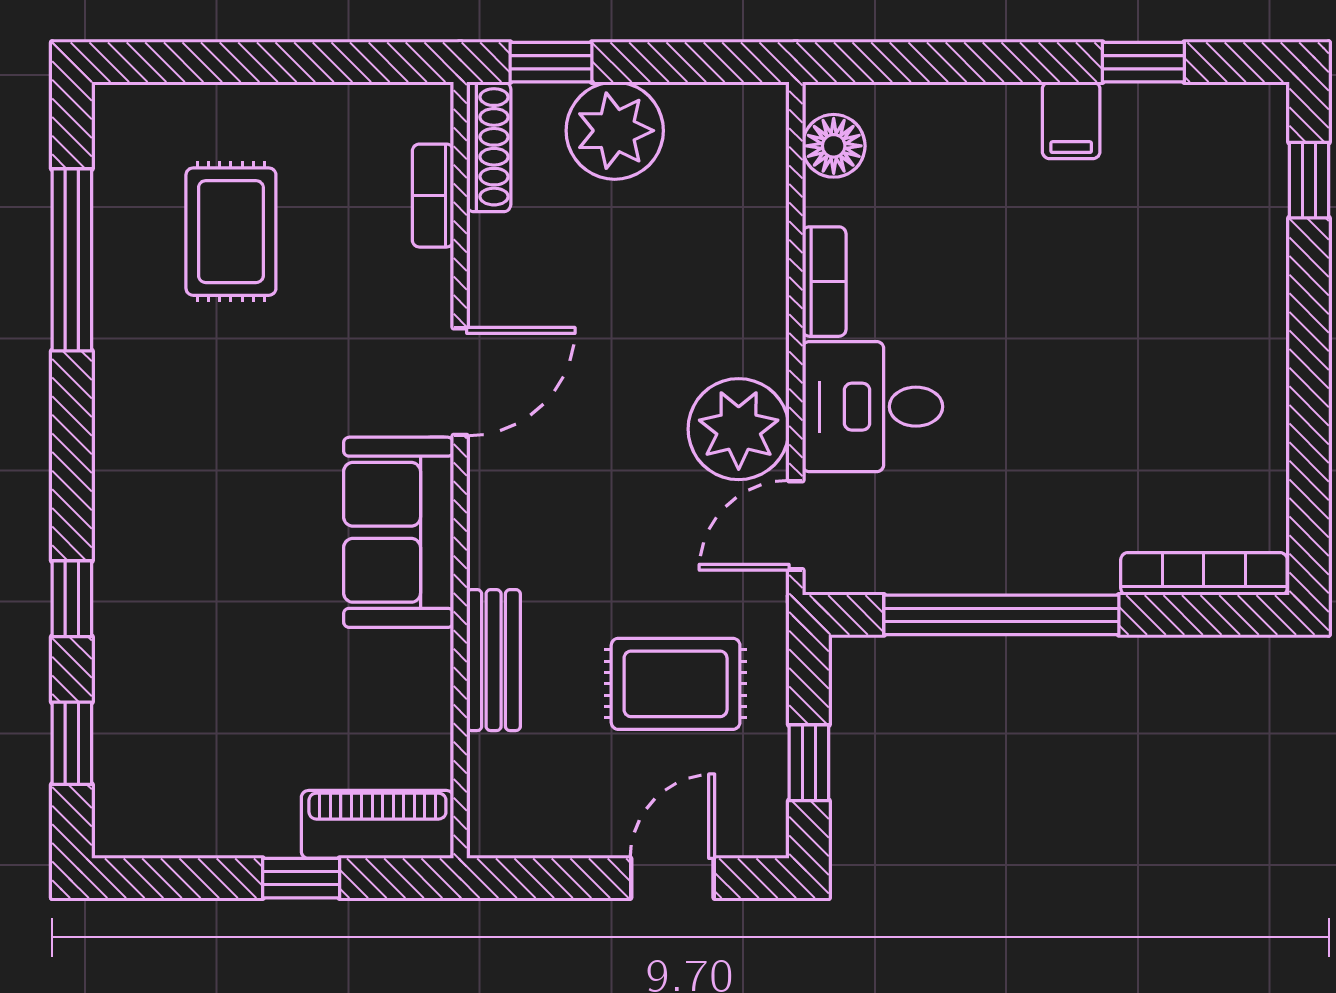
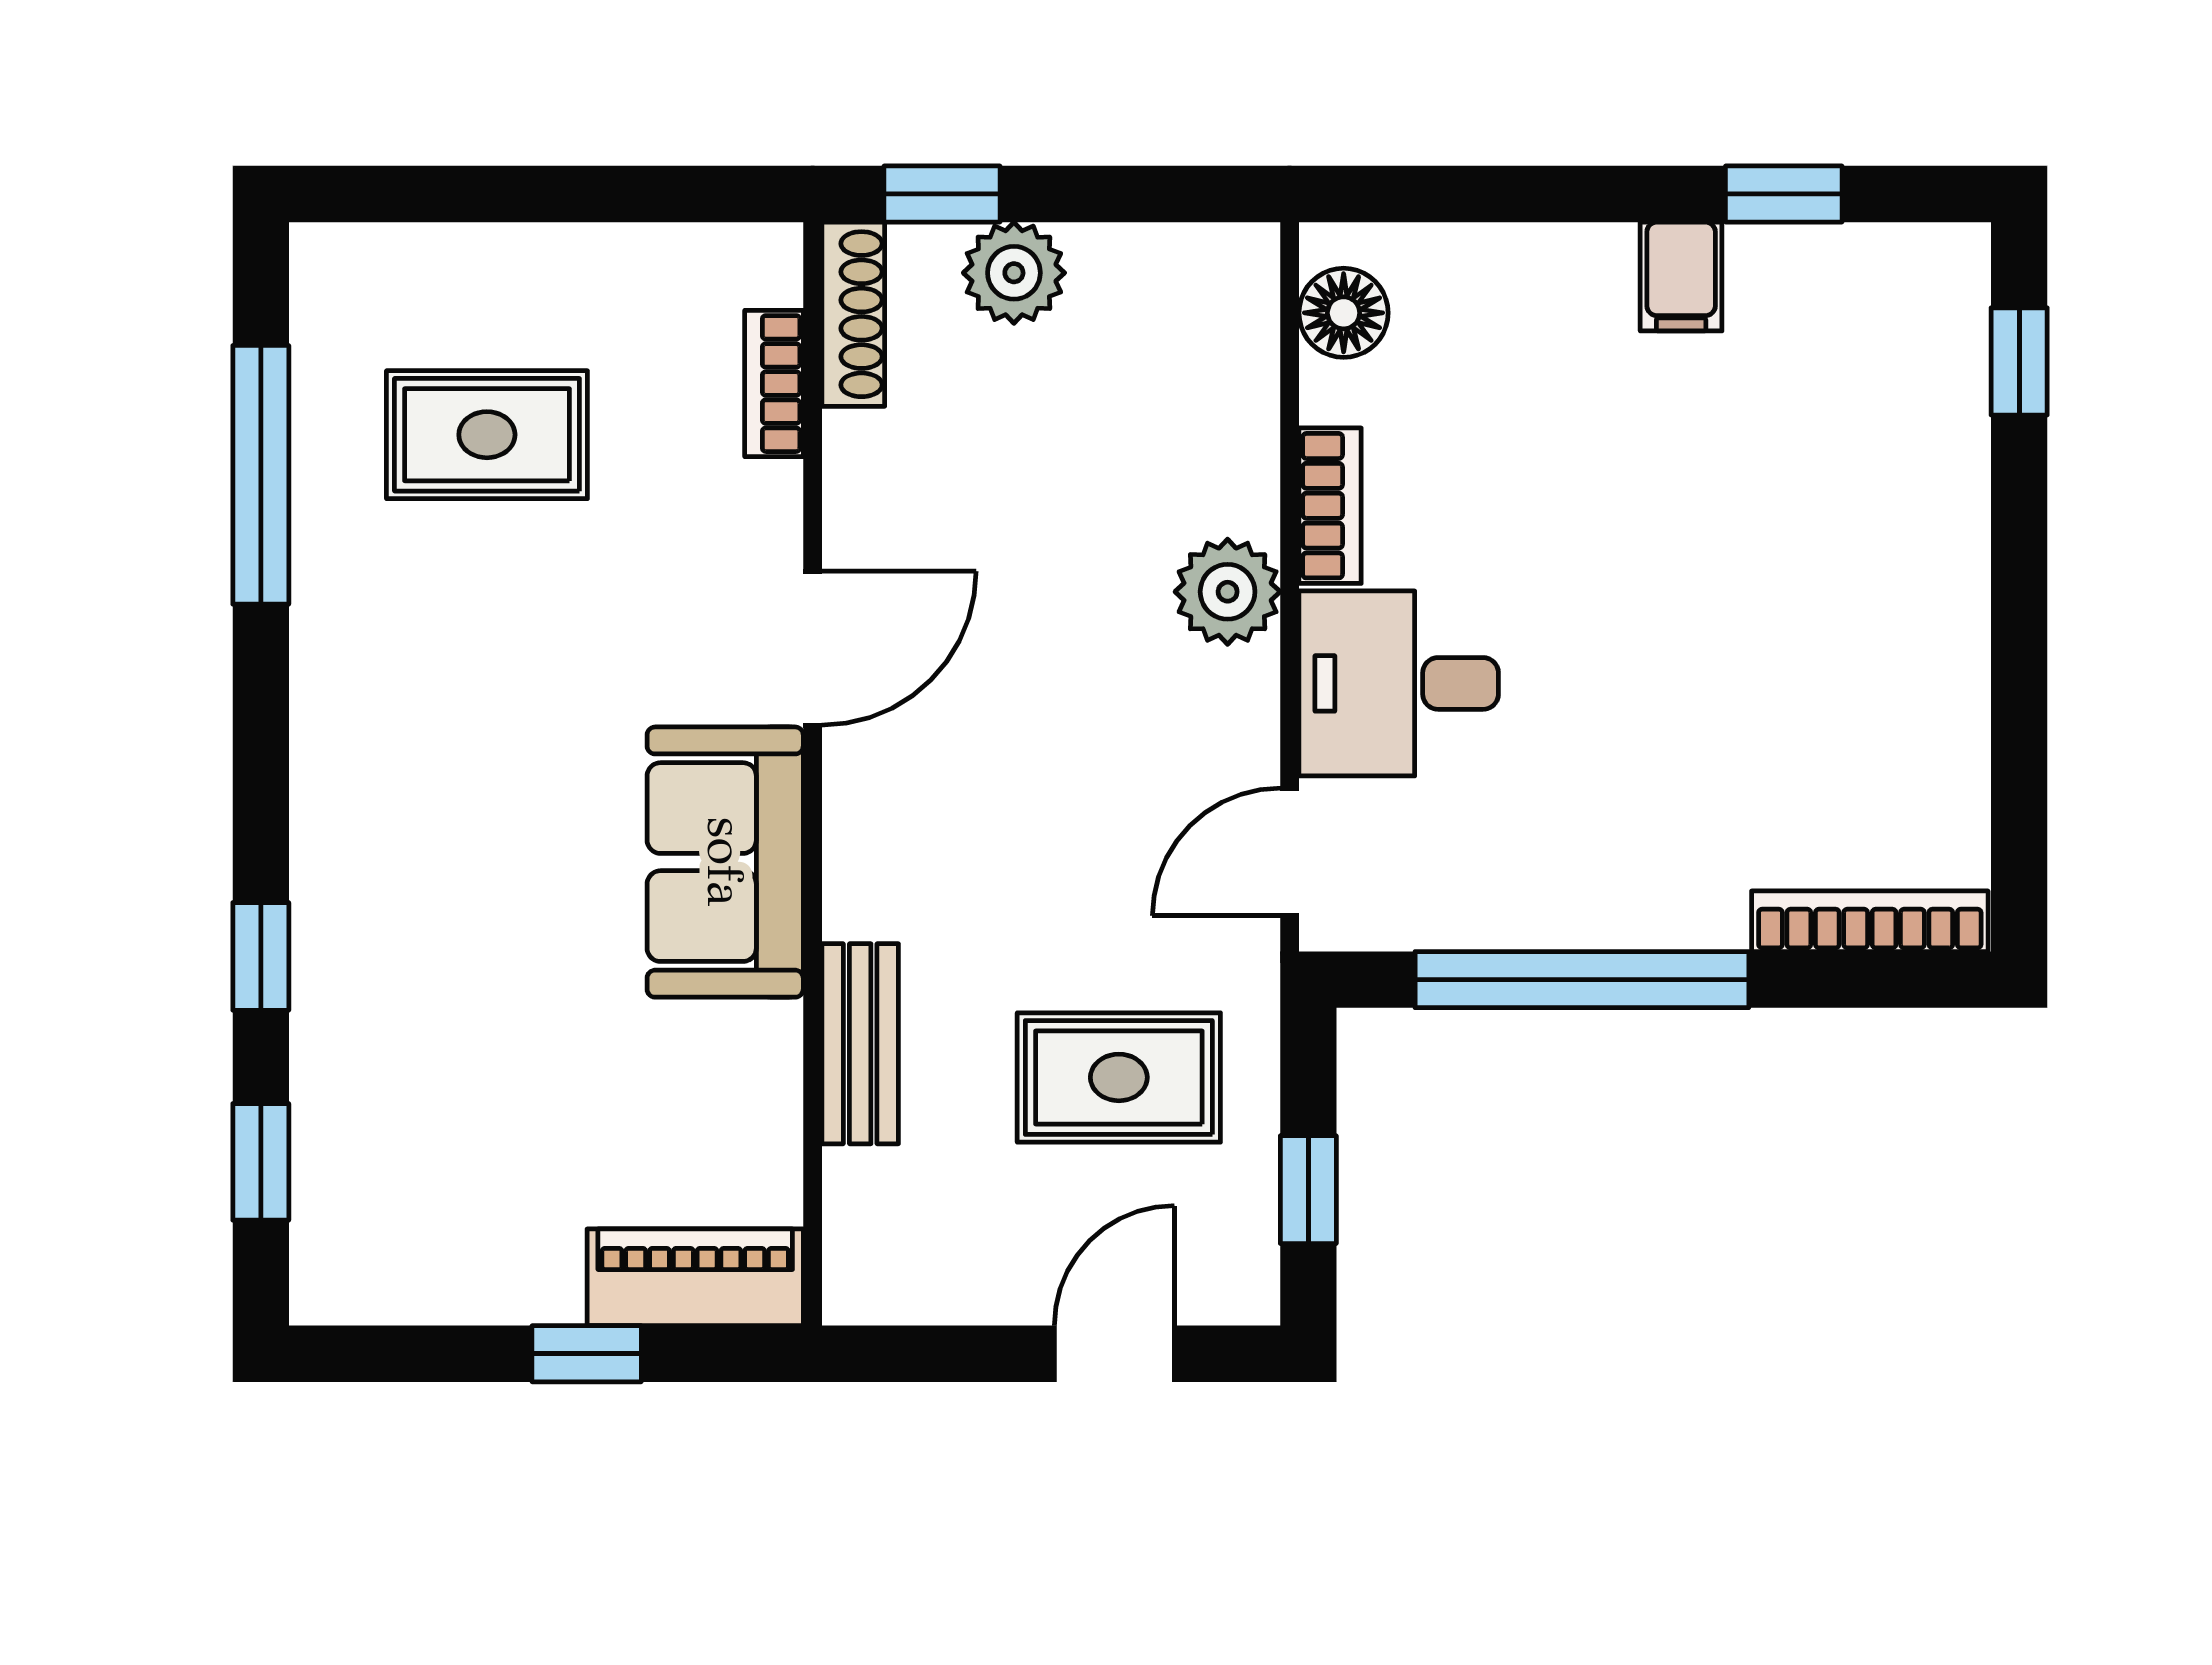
plant: (615, 131) -> (1014, 273), width x0.73, depth x0.73
rug: (231, 232) -> (487, 435), turned 90
plant: (739, 429) -> (1228, 592), moved, width x0.73, depth x0.73

